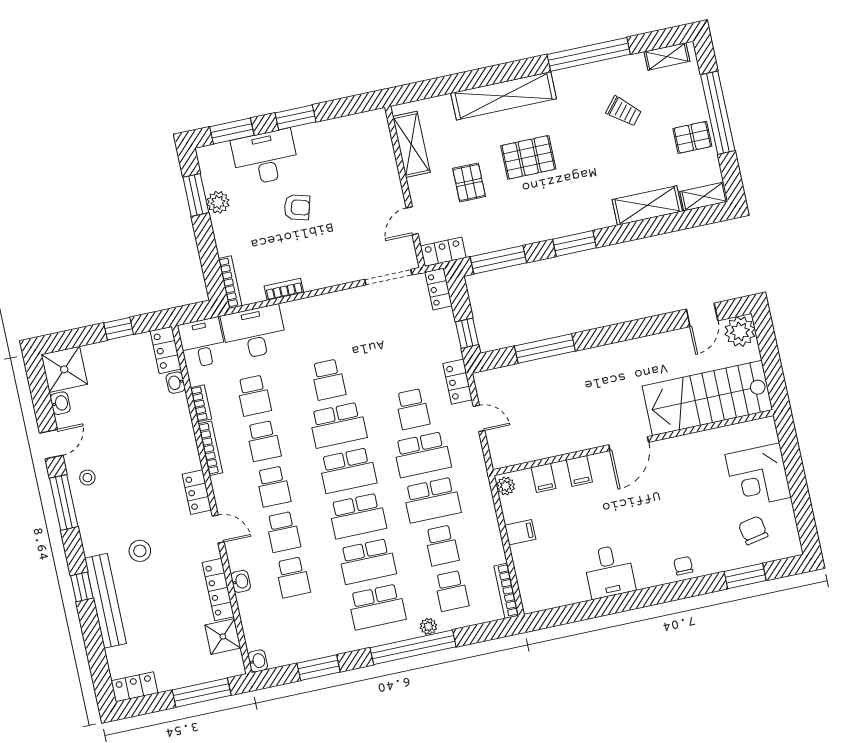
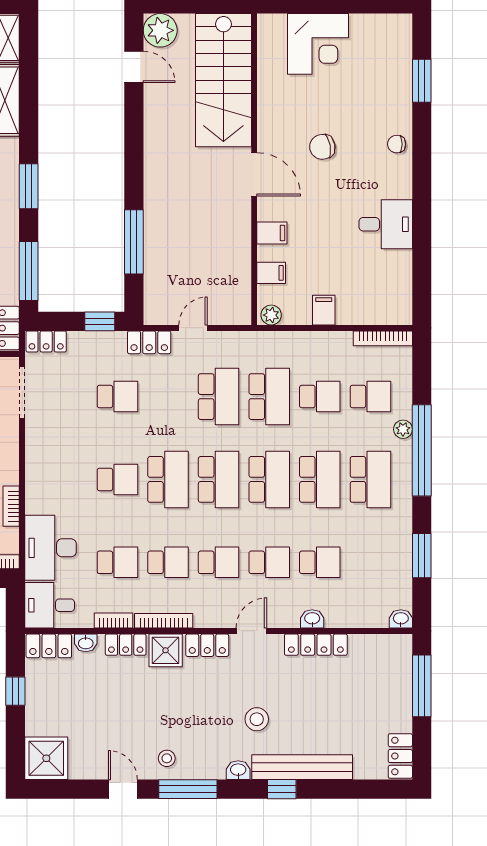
washbasin: (60, 403) -> (238, 770), moved
school desk: (413, 409) -> (117, 397), moved
locker: (182, 419) -> (126, 645), added
chair: (753, 530) -> (322, 147), moved
shower: (223, 636) -> (166, 650), moved

